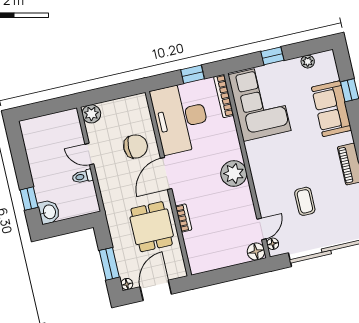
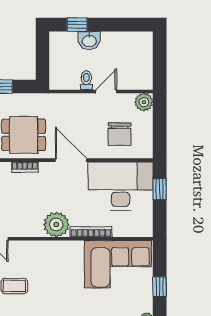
window: (192, 74) -> (160, 189), moved
bookcase: (224, 96) -> (91, 232), moved
chair: (136, 146) -> (120, 134), moved
washbasin: (49, 212) -> (89, 40), moved

